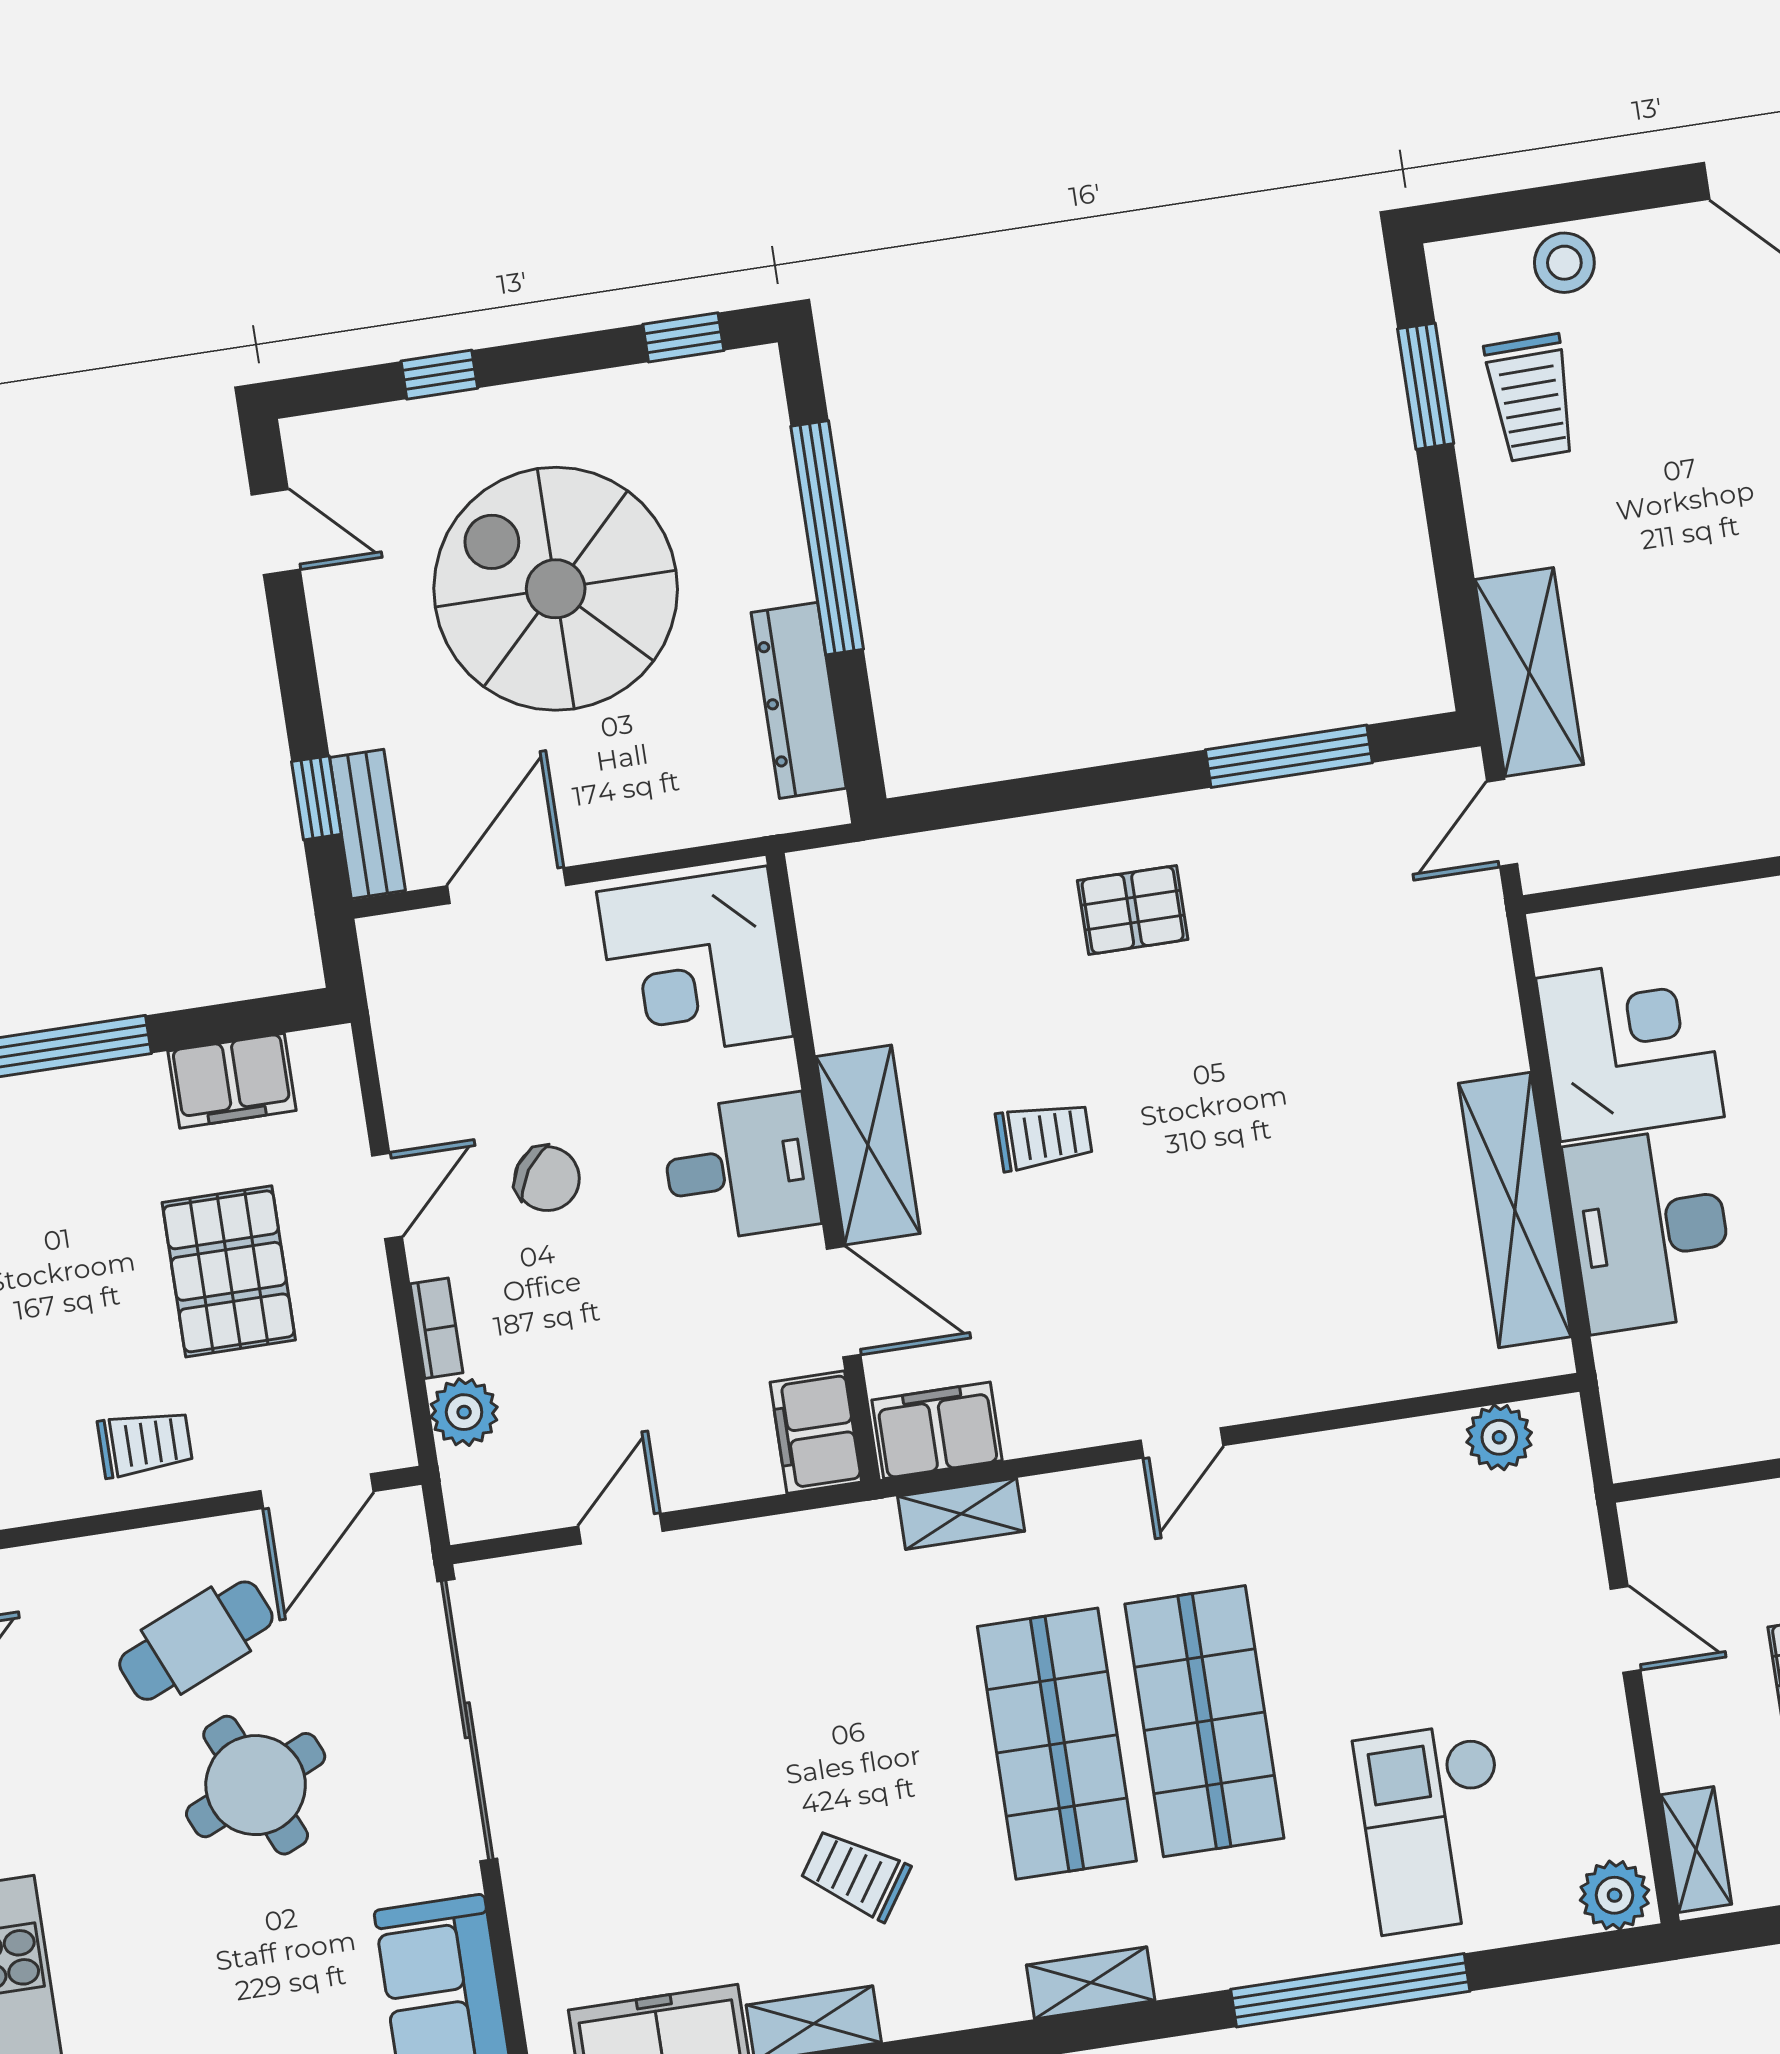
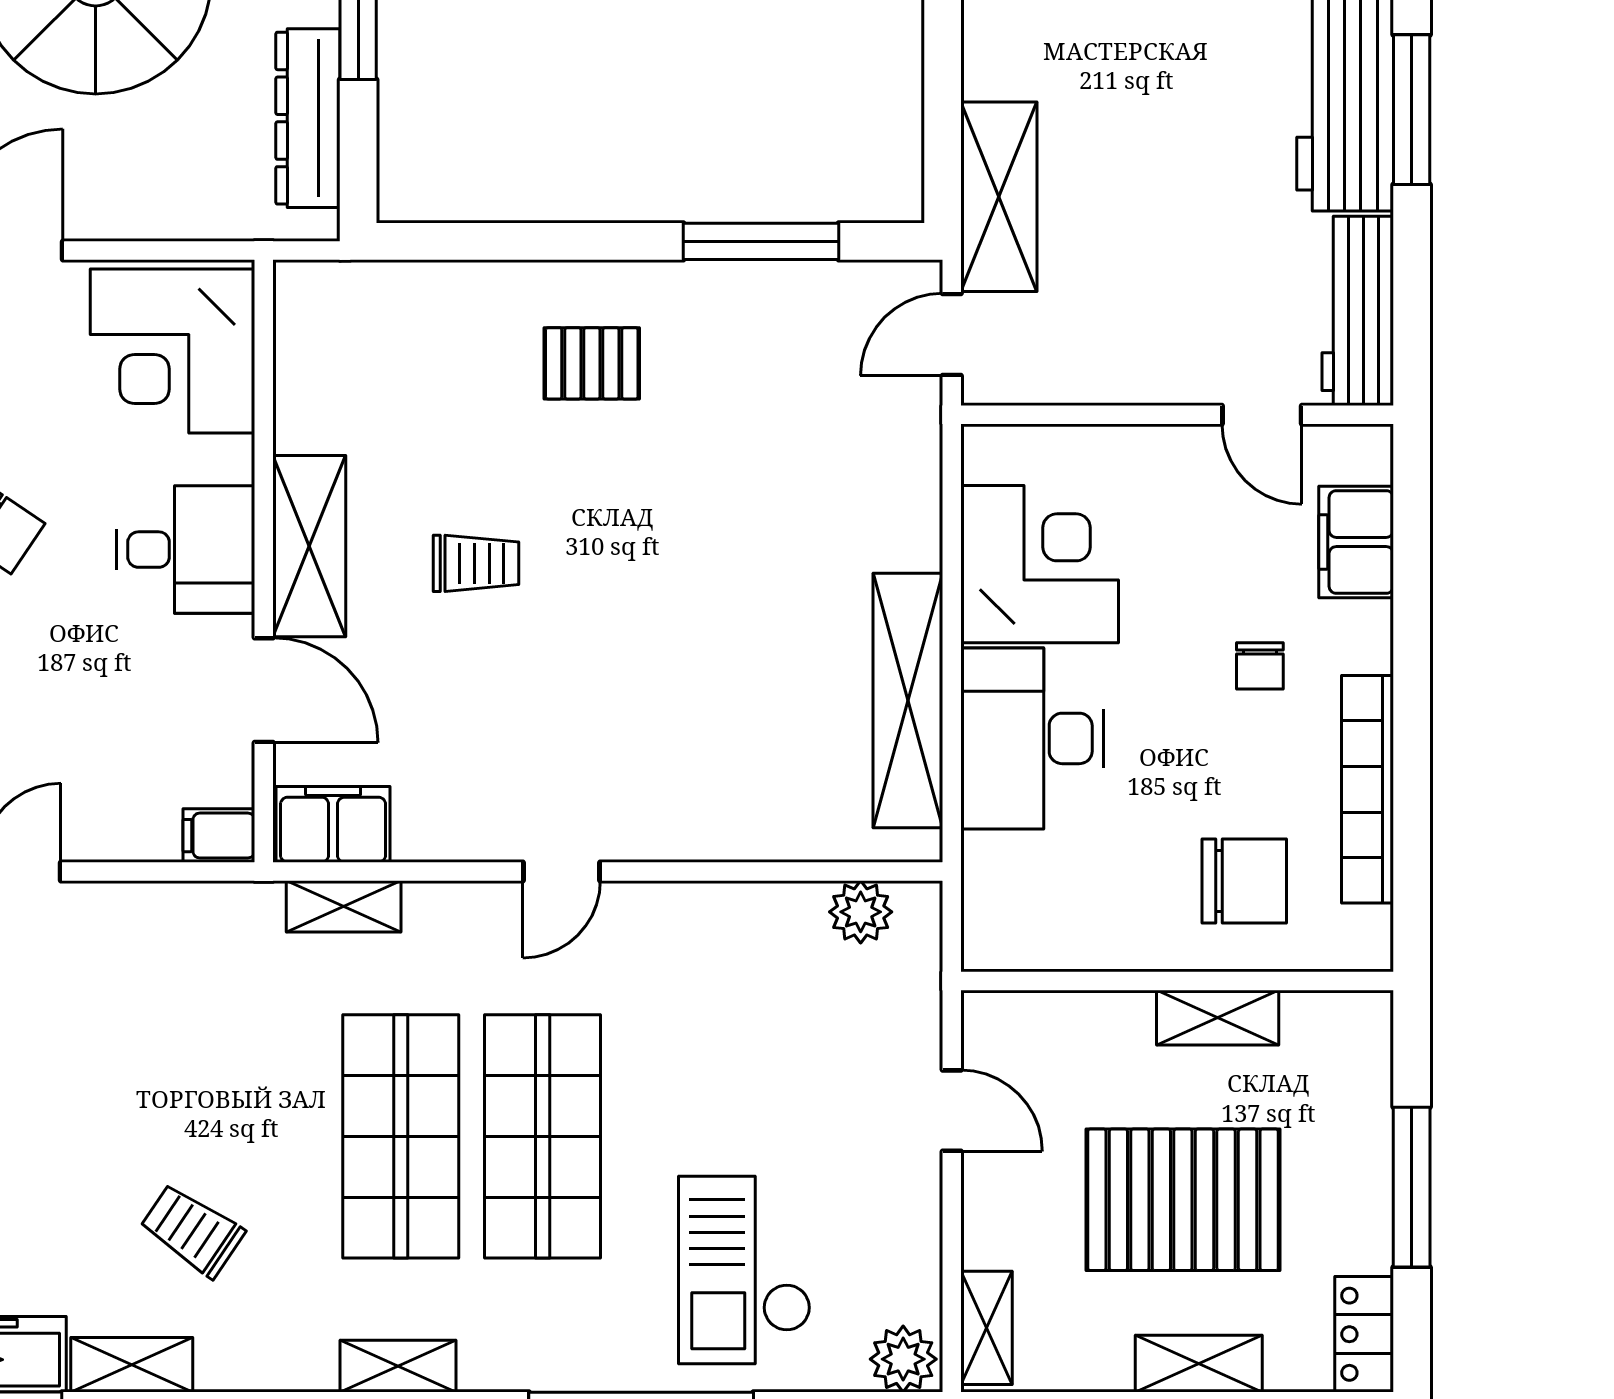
filing cabinet: (816, 1432) -> (219, 836), width x0.50

